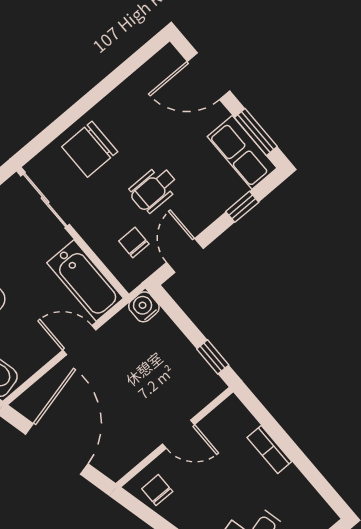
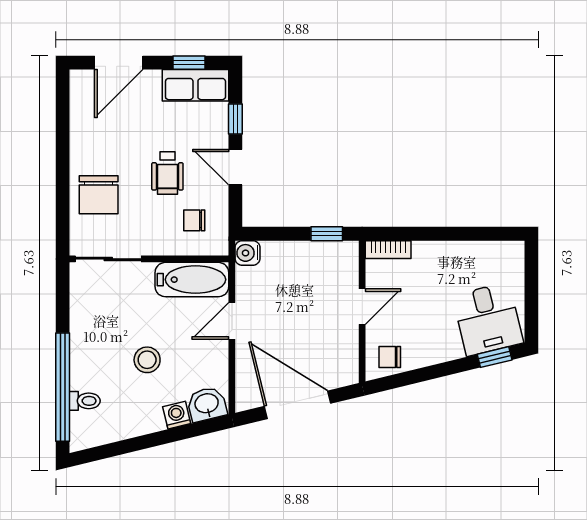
window: (256, 132) -> (189, 63), width x0.67
door: (185, 255) -> (235, 167), moved
bookcase: (269, 450) -> (388, 250), moved

